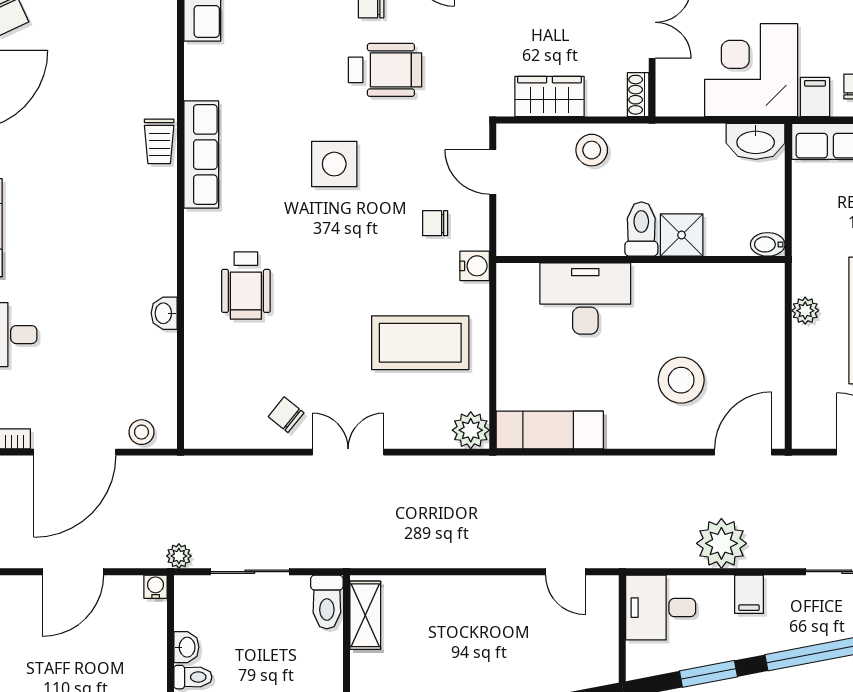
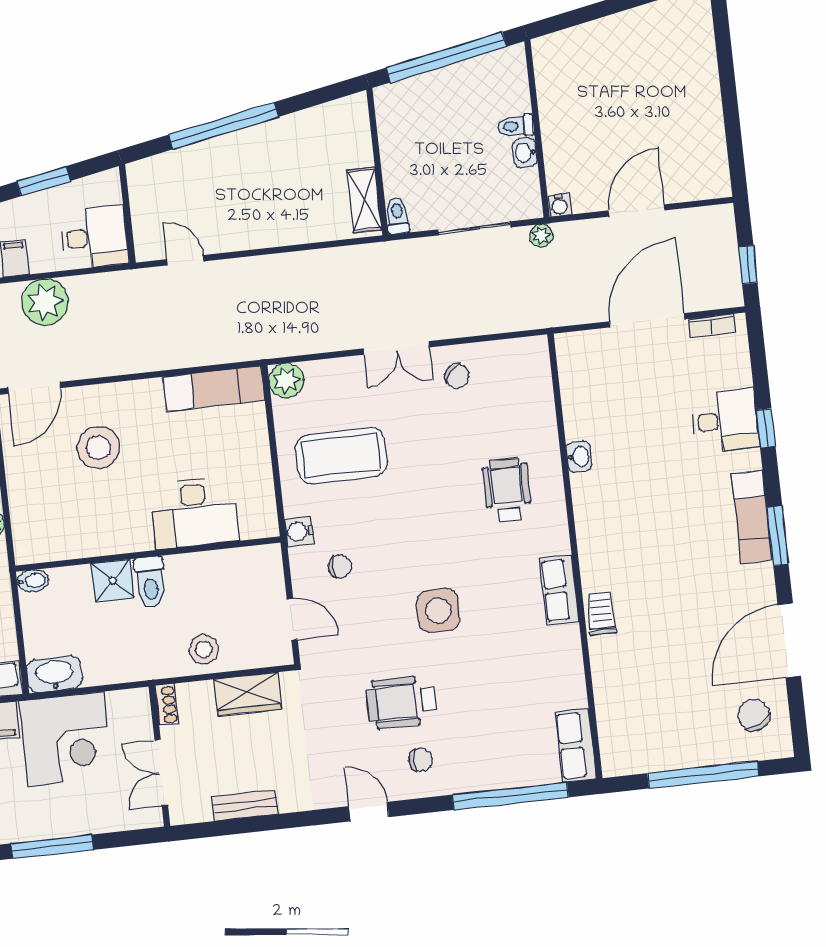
row of seats: (201, 155) -> (559, 590), width x0.68
stool: (142, 432) -> (588, 345), removed
toilet: (327, 602) -> (397, 216), width x0.73, depth x0.72

